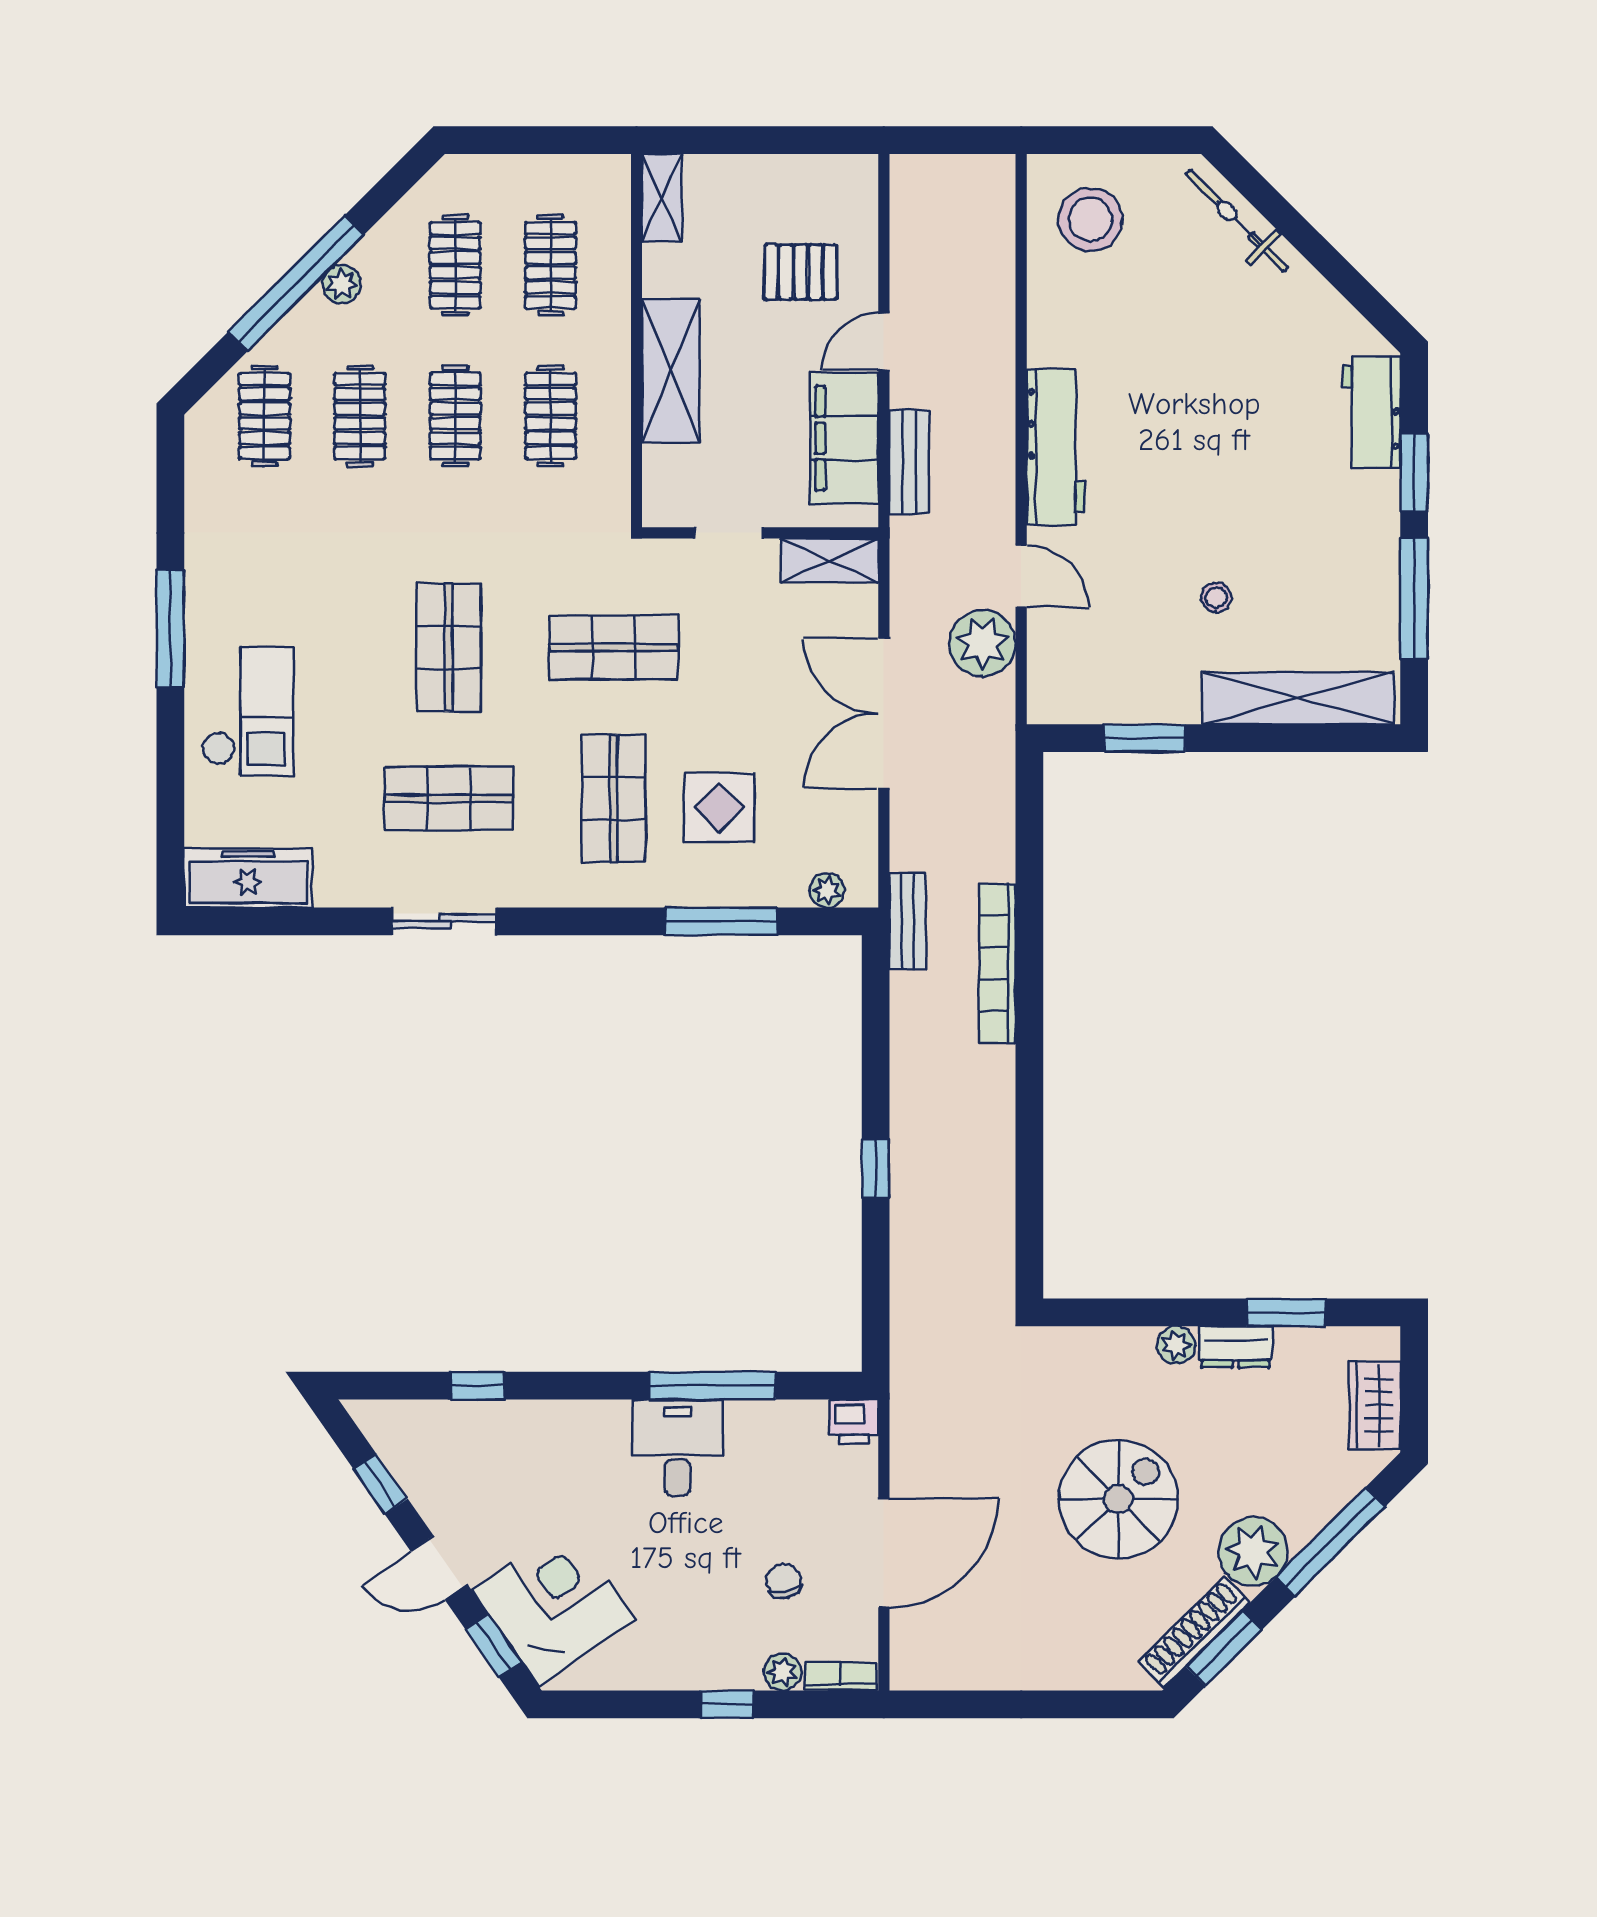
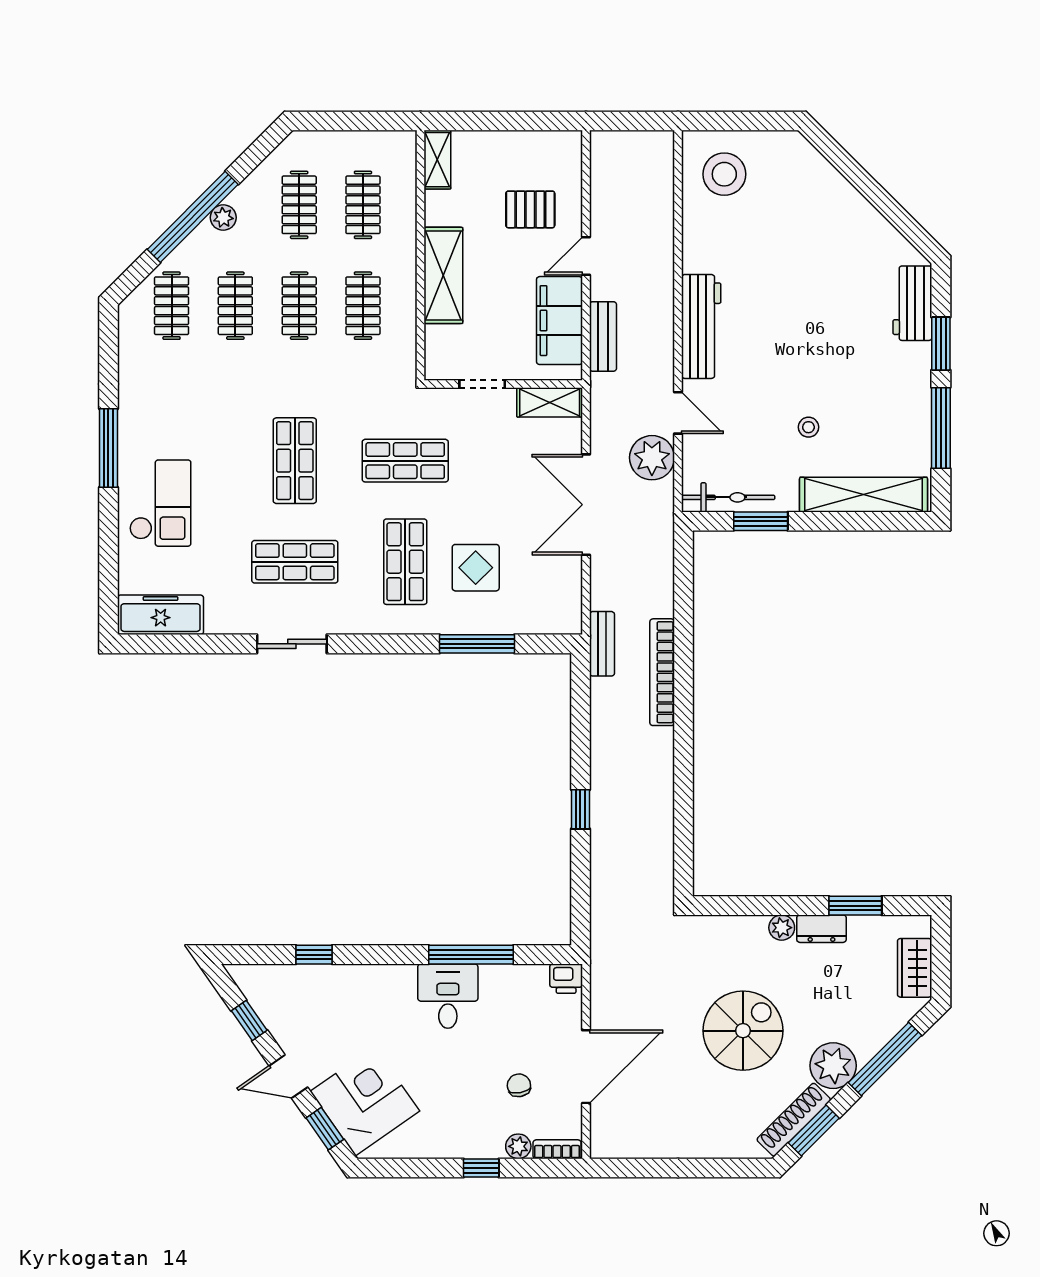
bicycle: (1237, 221) -> (728, 497), moved, turned 135
plant: (827, 890) -> (548, 623), removed

